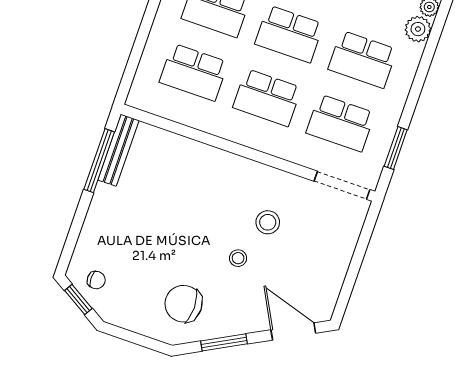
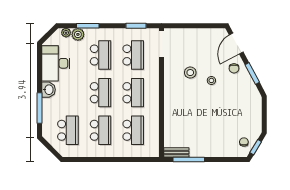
window: (428, 54) -> (88, 26), added
bench: (118, 150) -> (176, 152), width x0.73
chair: (184, 304) -> (234, 68), moved, width x0.54, depth x0.54

